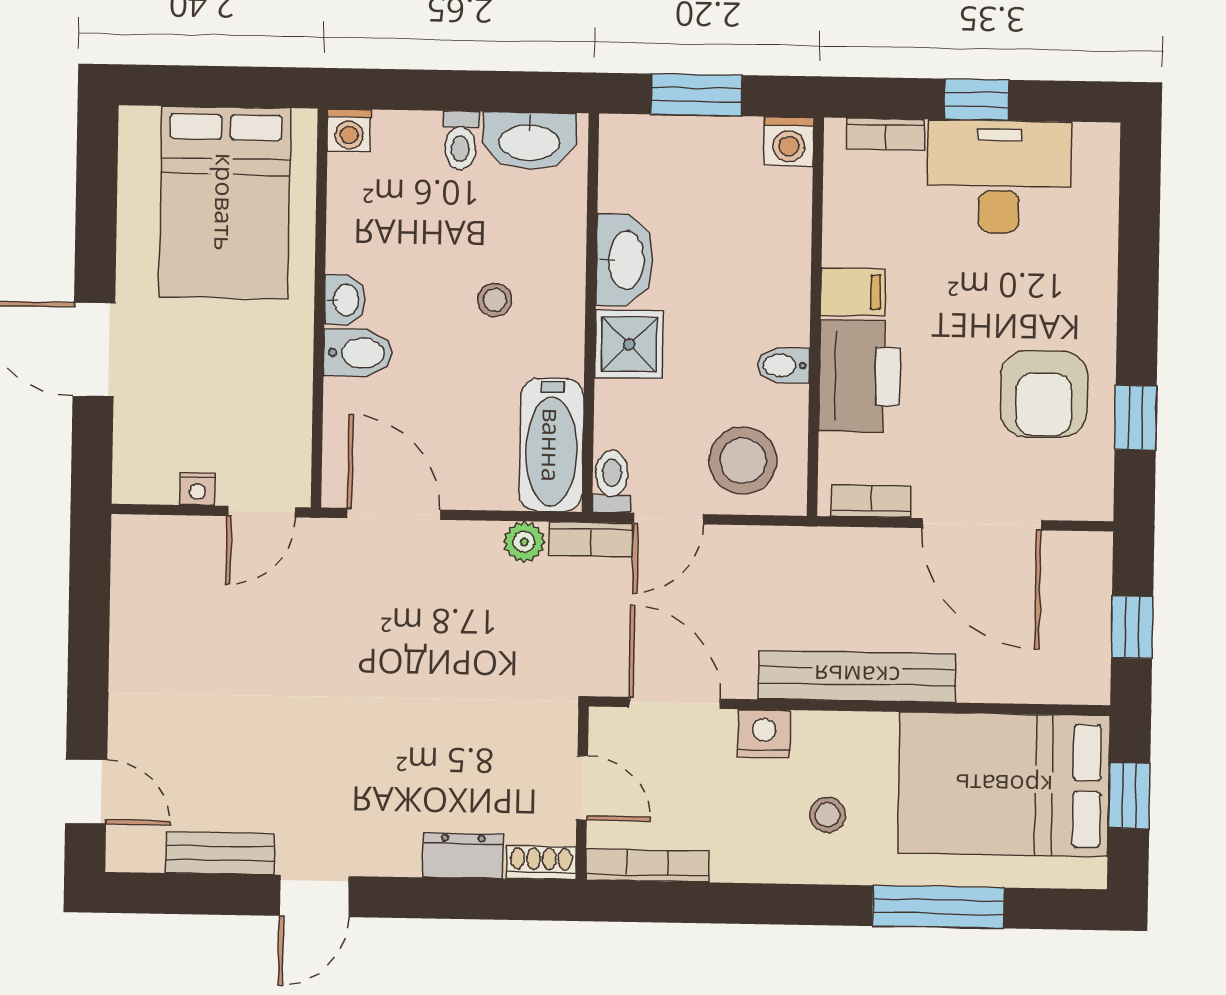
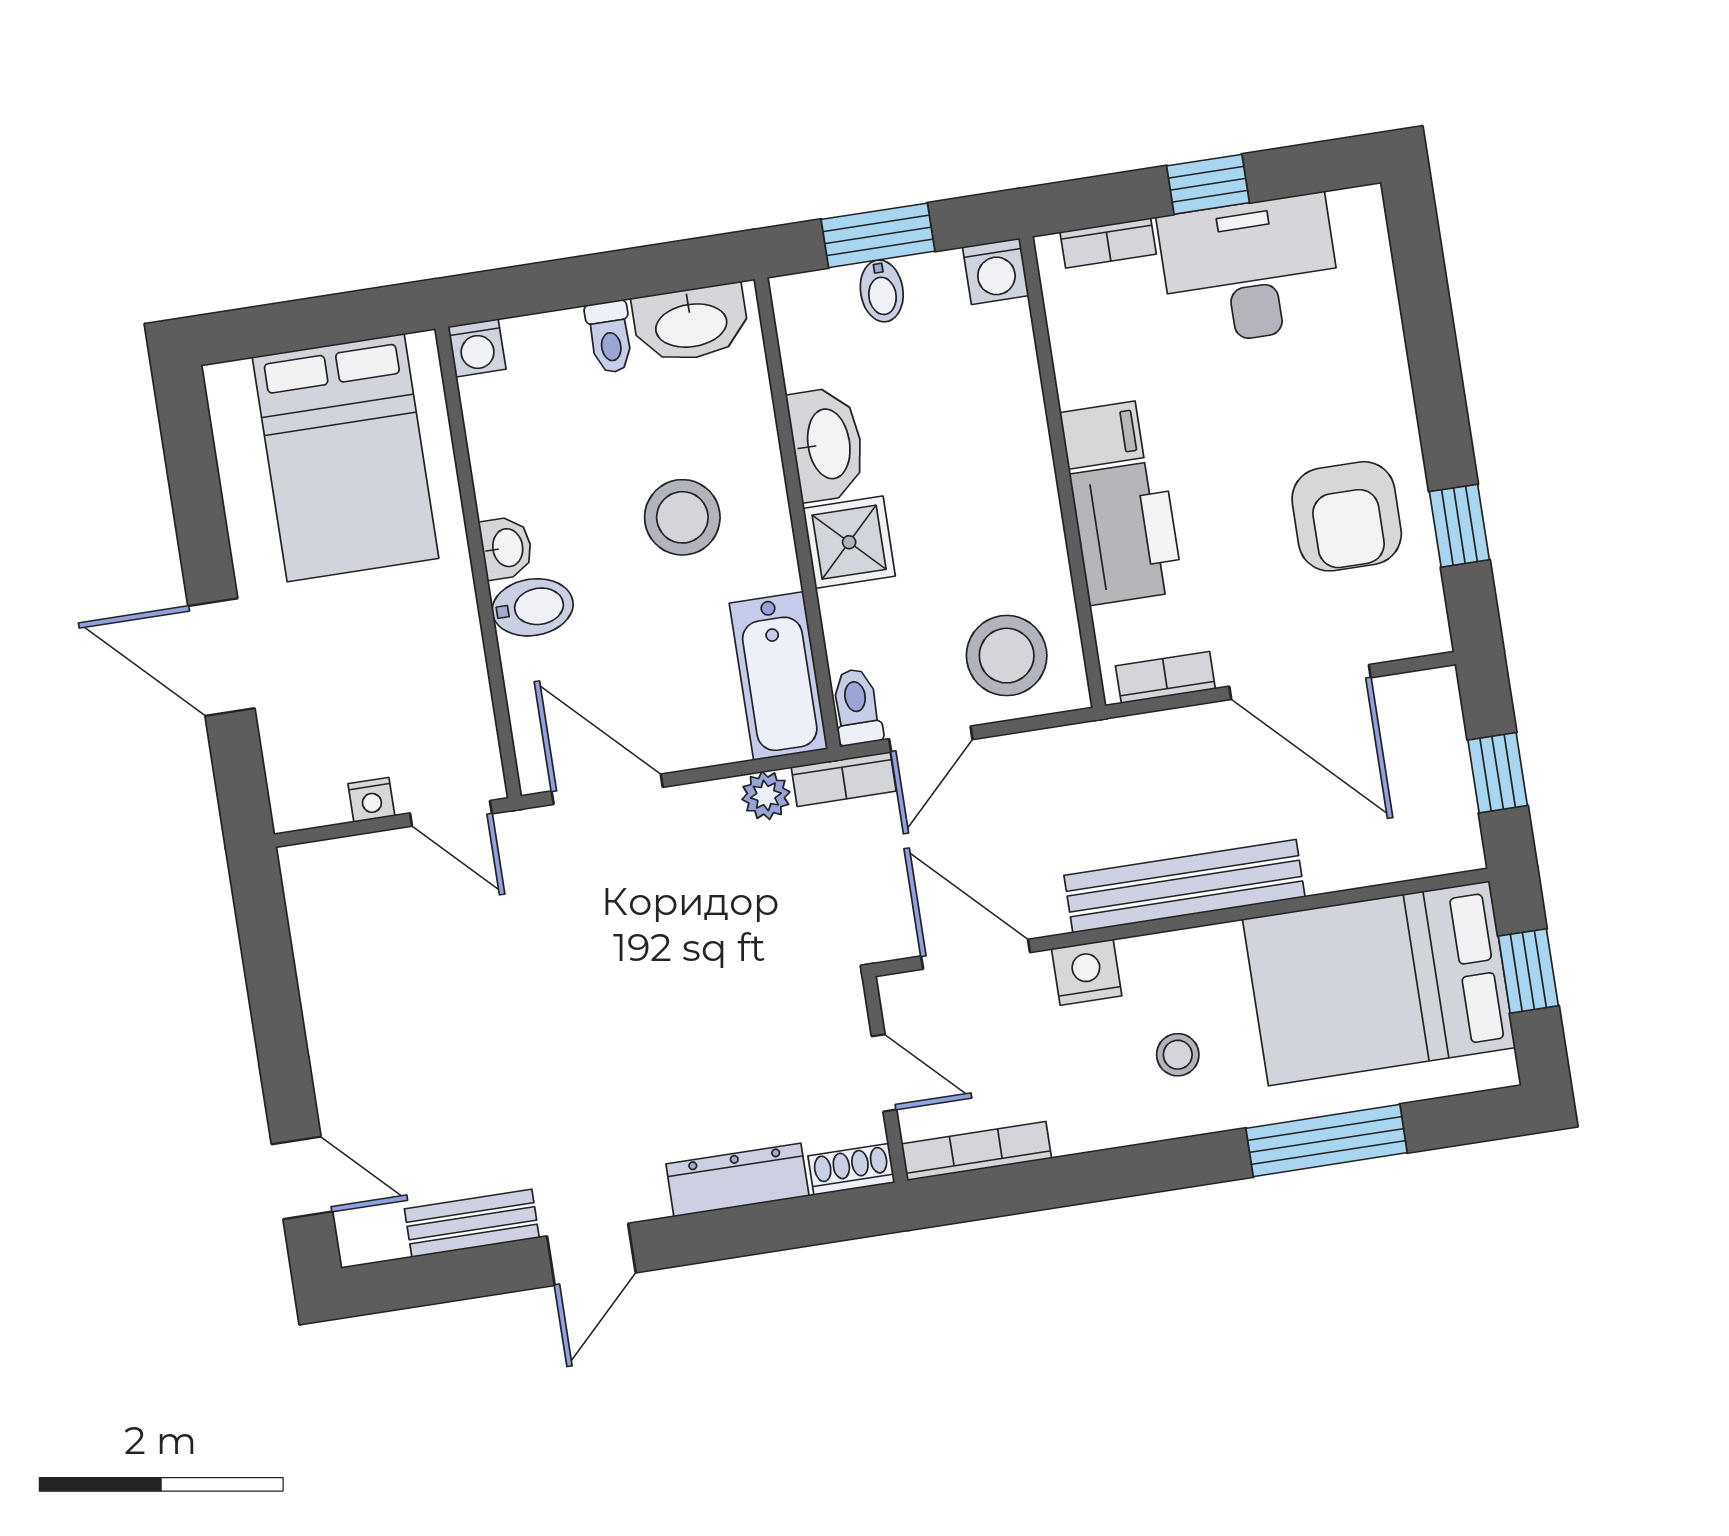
stool: (495, 300) -> (682, 517), width x1.89, depth x1.89
bidet: (783, 365) -> (882, 291), moved, turned -90
door: (261, 512) -> (451, 813), hinge flipped
dresser: (463, 856) -> (737, 1180), width x1.44

